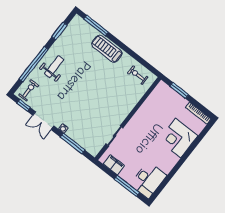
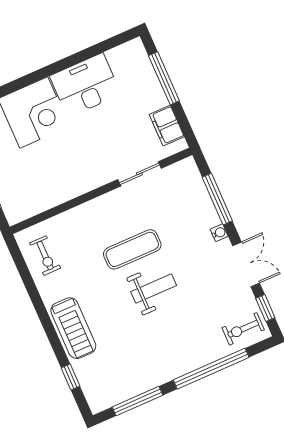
window: (96, 26) -> (70, 377), width x0.46
window: (59, 31) -> (138, 401), width x1.44
weight bench: (54, 67) -> (154, 289), moved, turned 180
exercise mat: (99, 99) -> (132, 249), added
desk: (148, 180) -> (85, 85), moved

